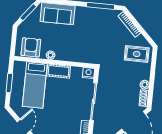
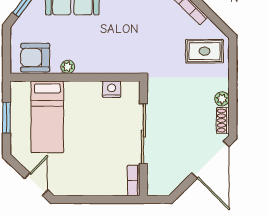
armchair: (31, 47) -> (35, 58), turned -90
cot: (59, 71) -> (83, 91), removed
nightstand: (88, 73) -> (112, 89), moved

